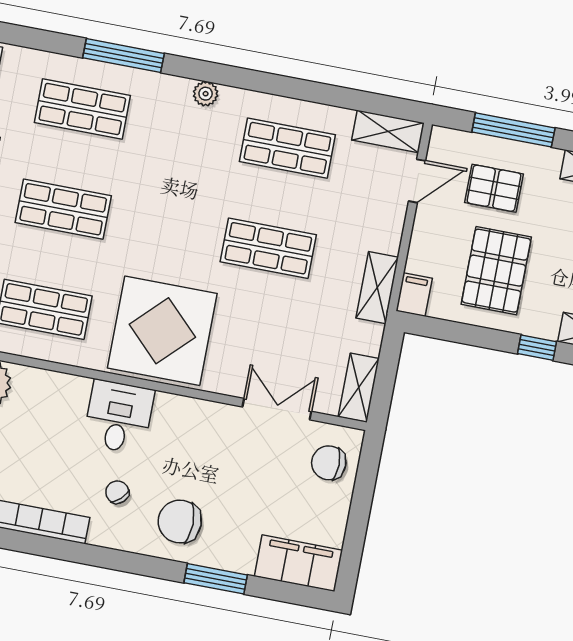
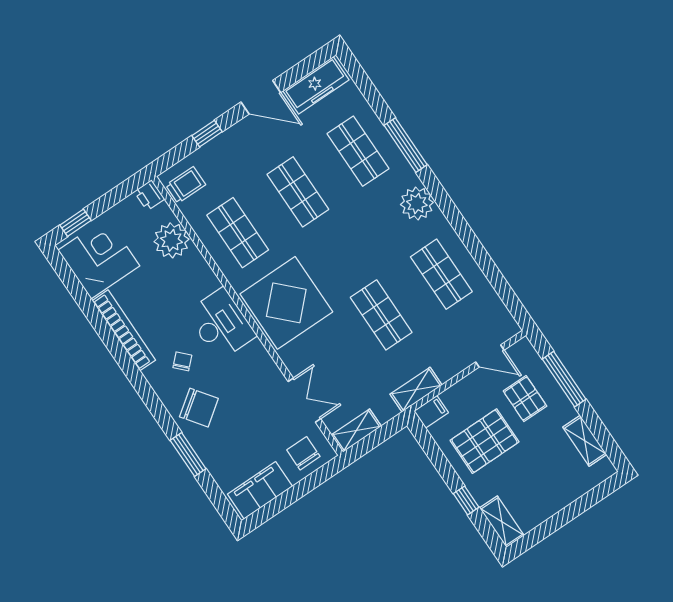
plant: (206, 94) -> (417, 203), width x1.88, depth x1.88
shelving: (388, 131) -> (500, 316), removed
desk: (119, 417) -> (221, 324), width x1.37
chair: (180, 521) -> (199, 408), turned 144
filing cabinet: (298, 563) -> (260, 490), moved, turned -90

